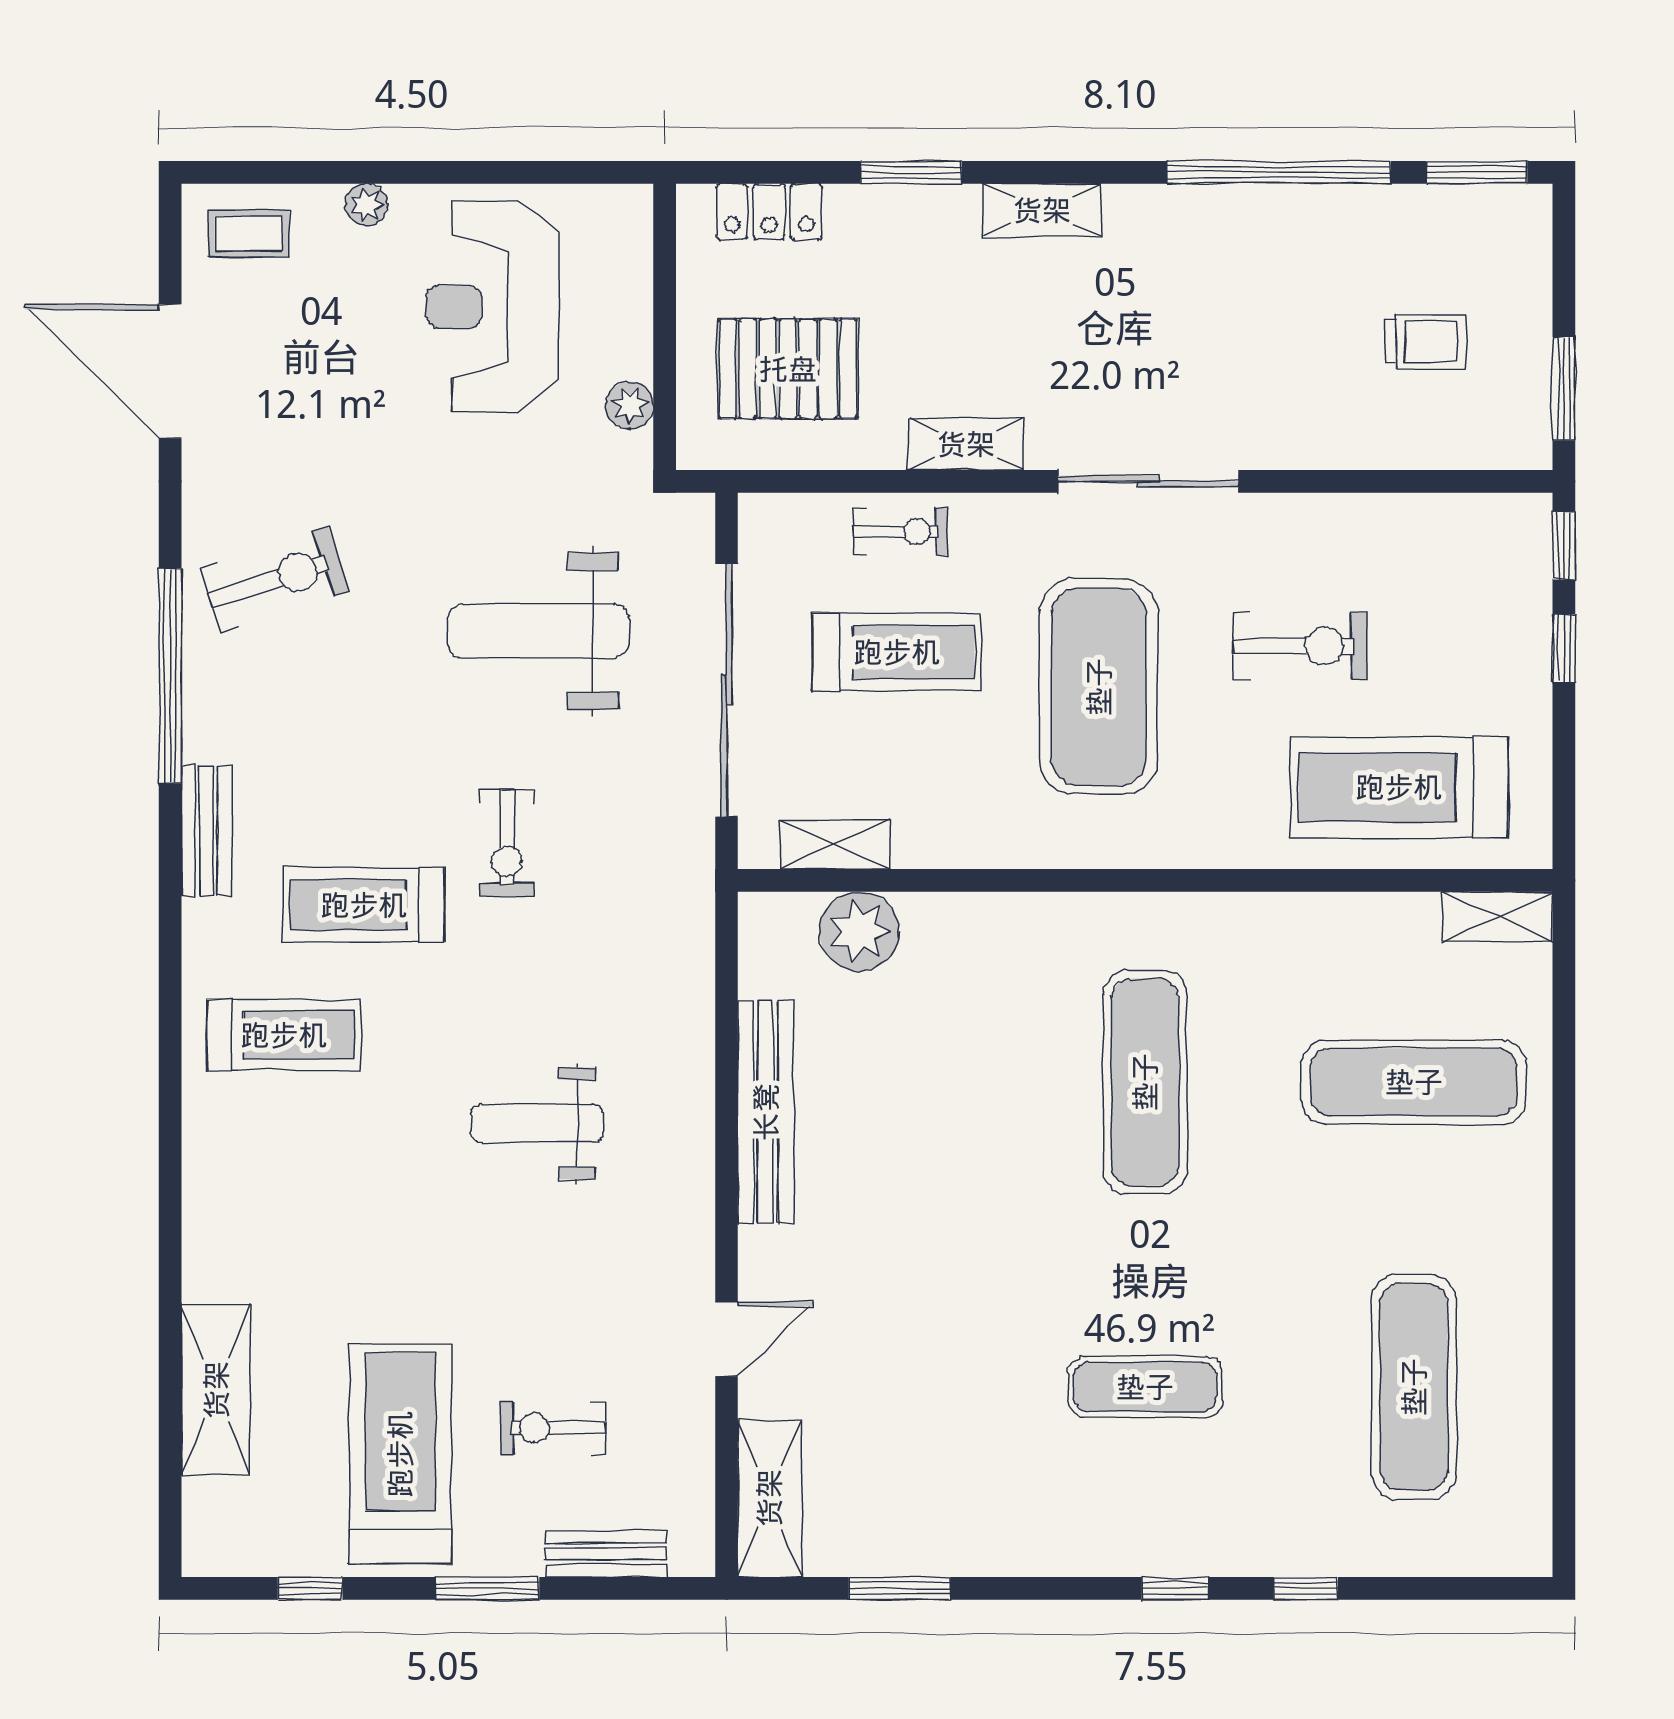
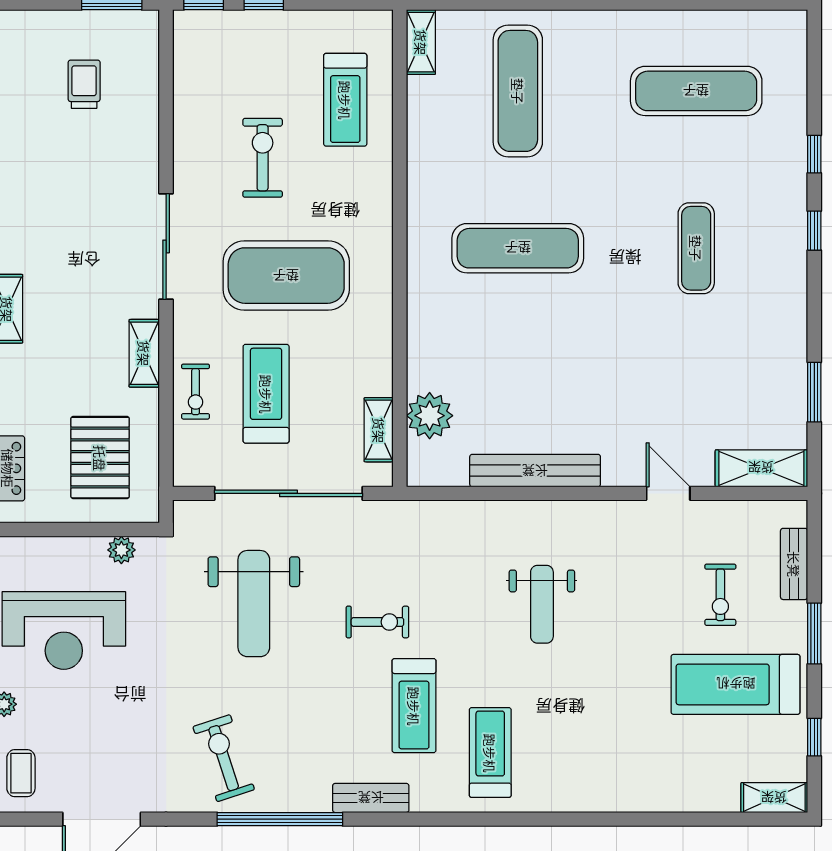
exercise bike: (900, 532) -> (196, 392), turned 180
treadmill: (1399, 787) -> (345, 100), width x0.73, depth x0.73
shelving: (216, 1390) -> (774, 798), moved, width x0.67, depth x0.75

